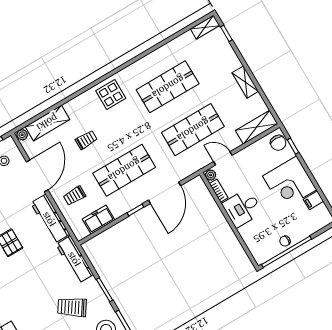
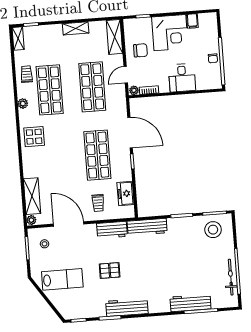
plant: (140, 66) -> (23, 104), added
trolley: (86, 140) -> (26, 74), moved
chair: (278, 143) -> (140, 50), moved
desk: (242, 208) -> (182, 78), moved
workbench: (50, 219) -> (112, 230), width x0.73
trolley: (72, 307) -> (183, 247), removed

